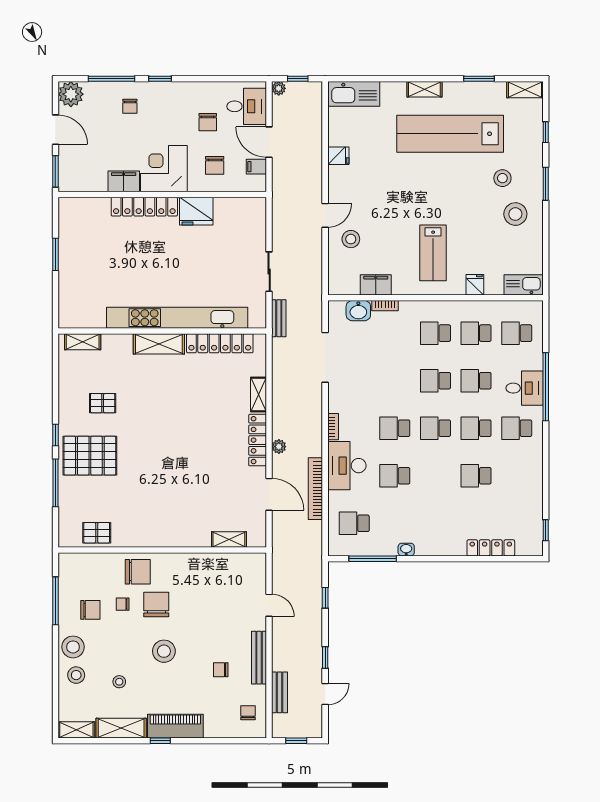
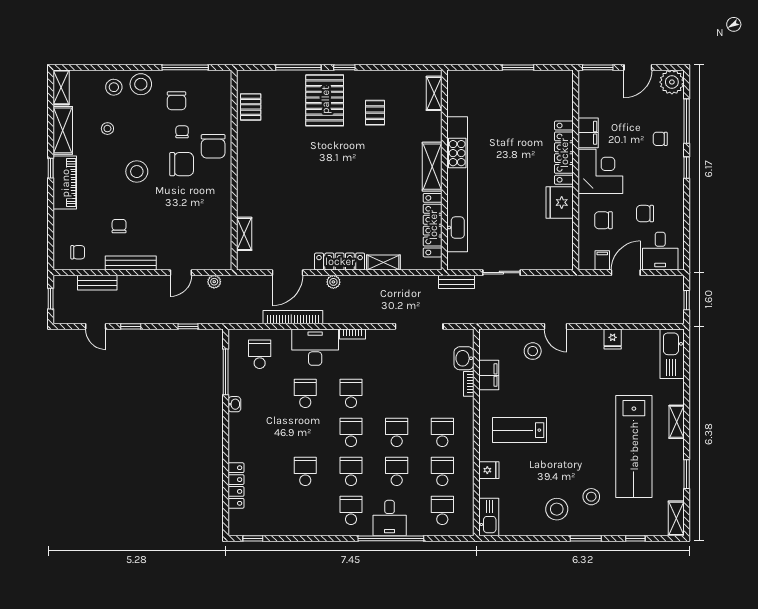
plant: (279, 88) -> (214, 282), moved
lab bench: (450, 134) -> (634, 446), turned 180

